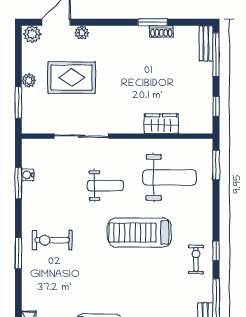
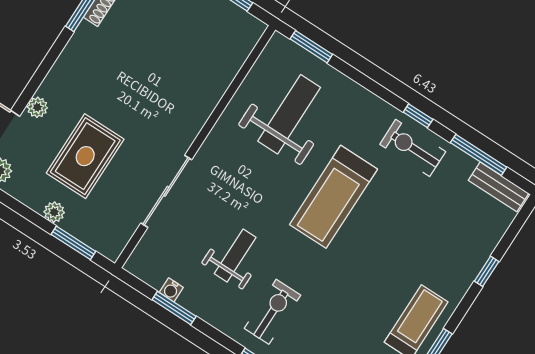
wardrobe: (161, 124) -> (215, 82), removed
weight bench: (105, 186) -> (235, 256), moved
exercise bike: (52, 240) -> (272, 312), turned 180
exercise bike: (196, 259) -> (413, 148), width x1.38, depth x1.39

